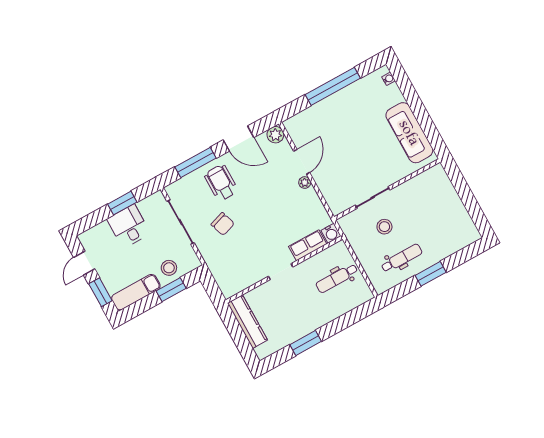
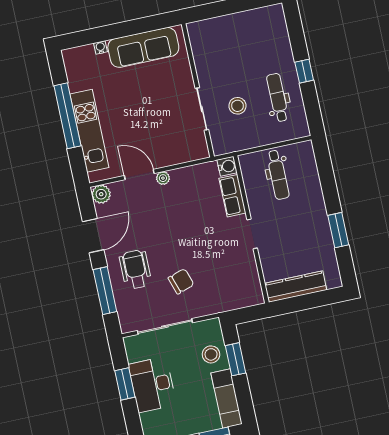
water cooler: (388, 79) -> (100, 47), moved
kitchen unit: (326, 109) -> (89, 131), added
wheelchair: (221, 183) -> (135, 269), turned 90
desk: (129, 226) -> (152, 385), width x1.37
window: (431, 274) -> (304, 71), width x0.67

